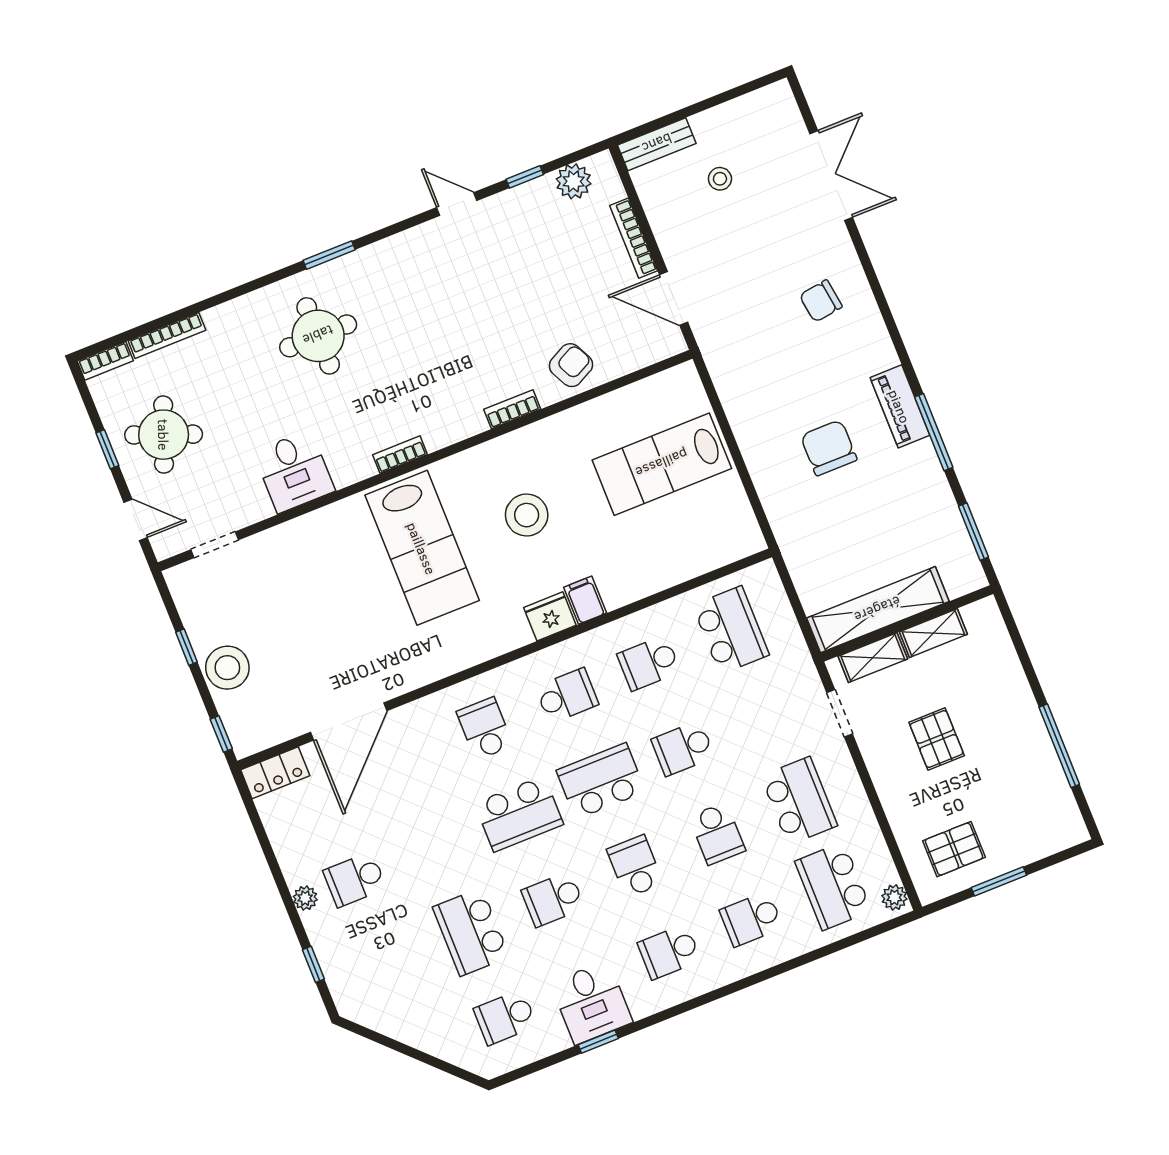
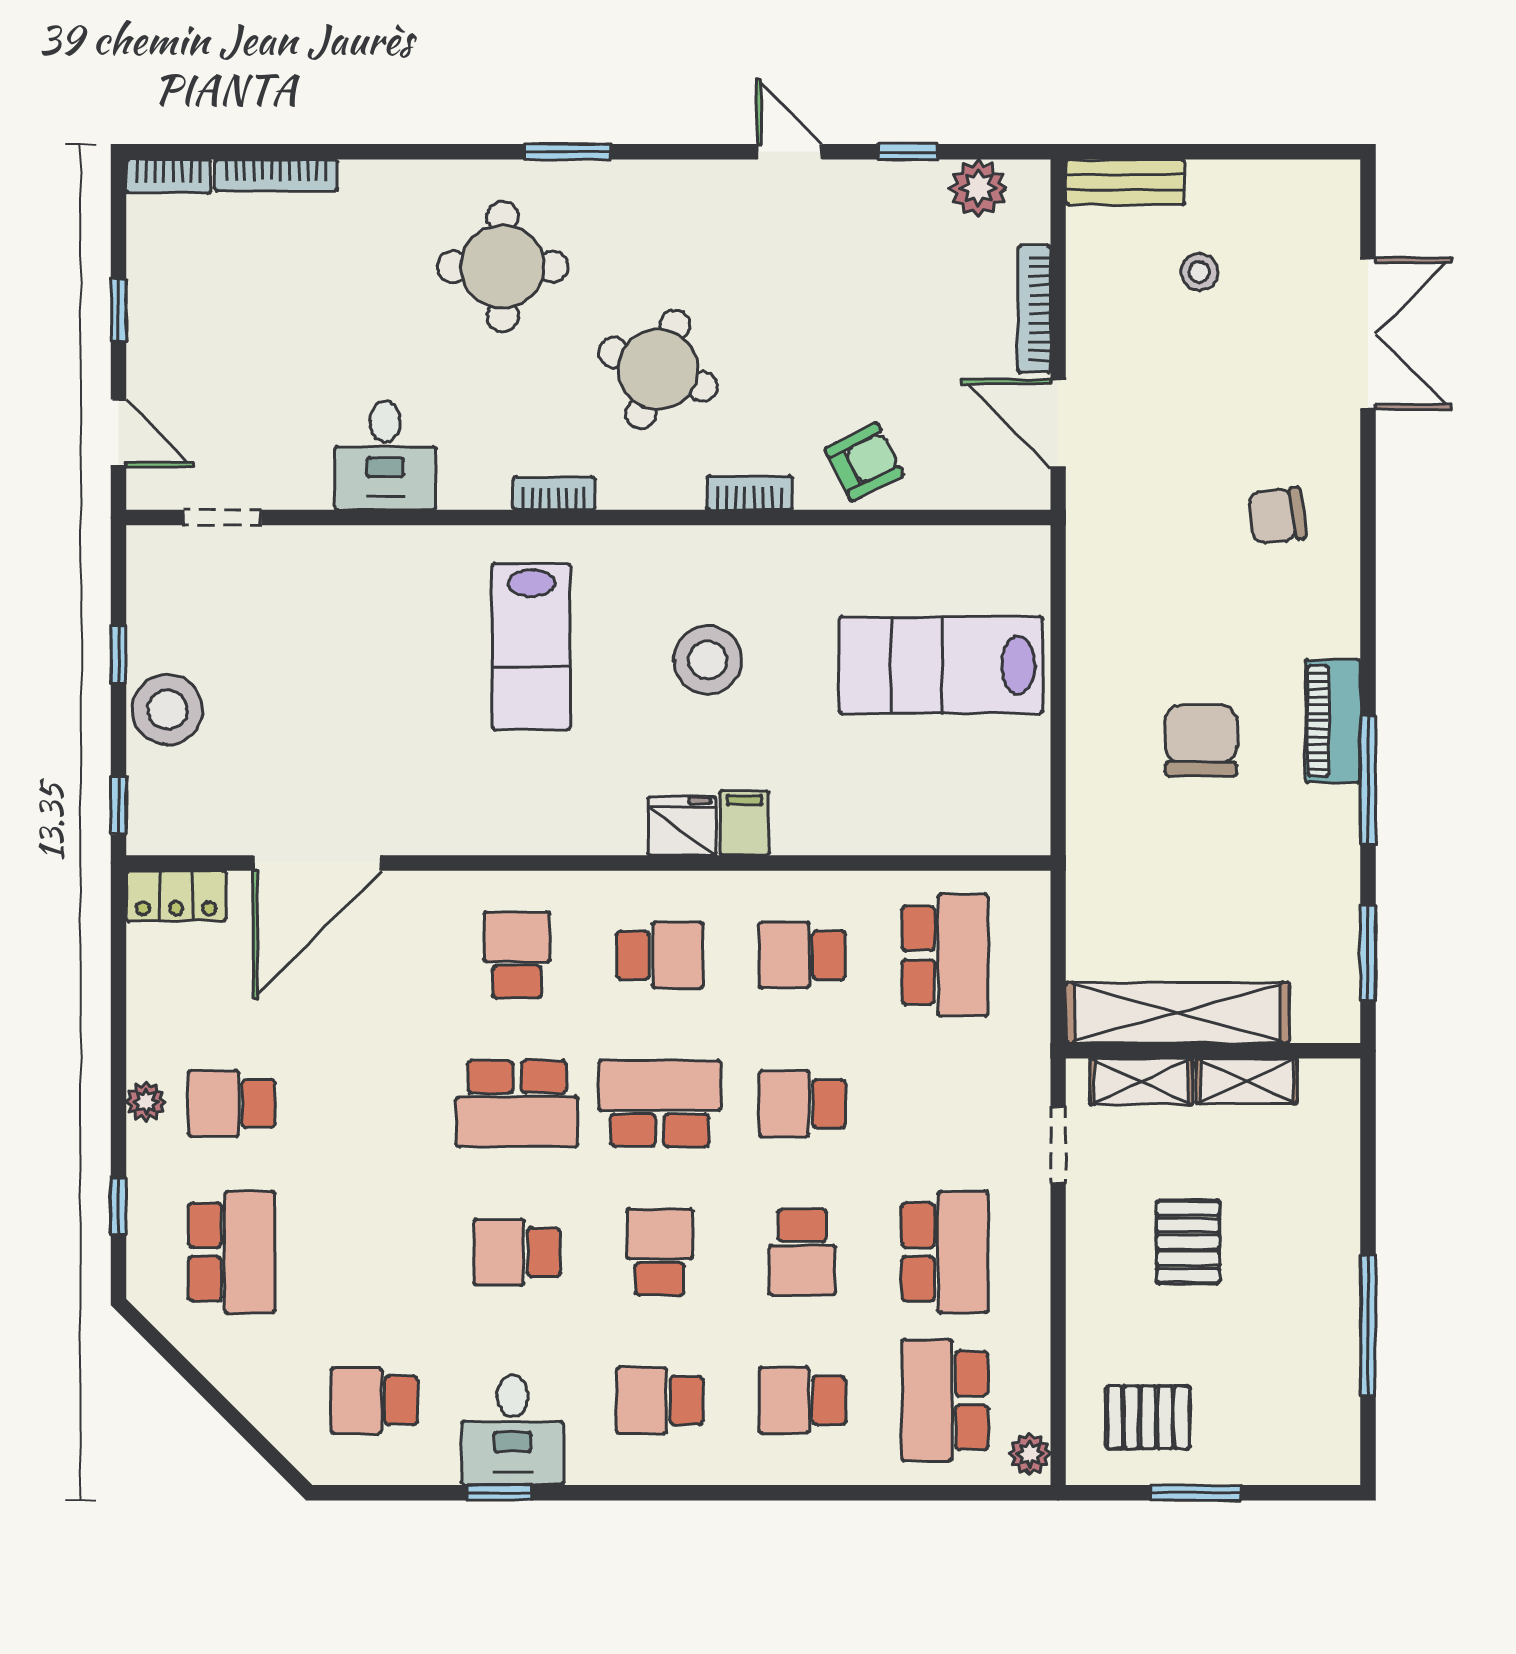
round table: (164, 435) -> (658, 369), moved
lab bench: (422, 548) -> (531, 646), width x0.73, depth x0.72
school desk: (471, 932) -> (232, 1252), moved, turned 180

